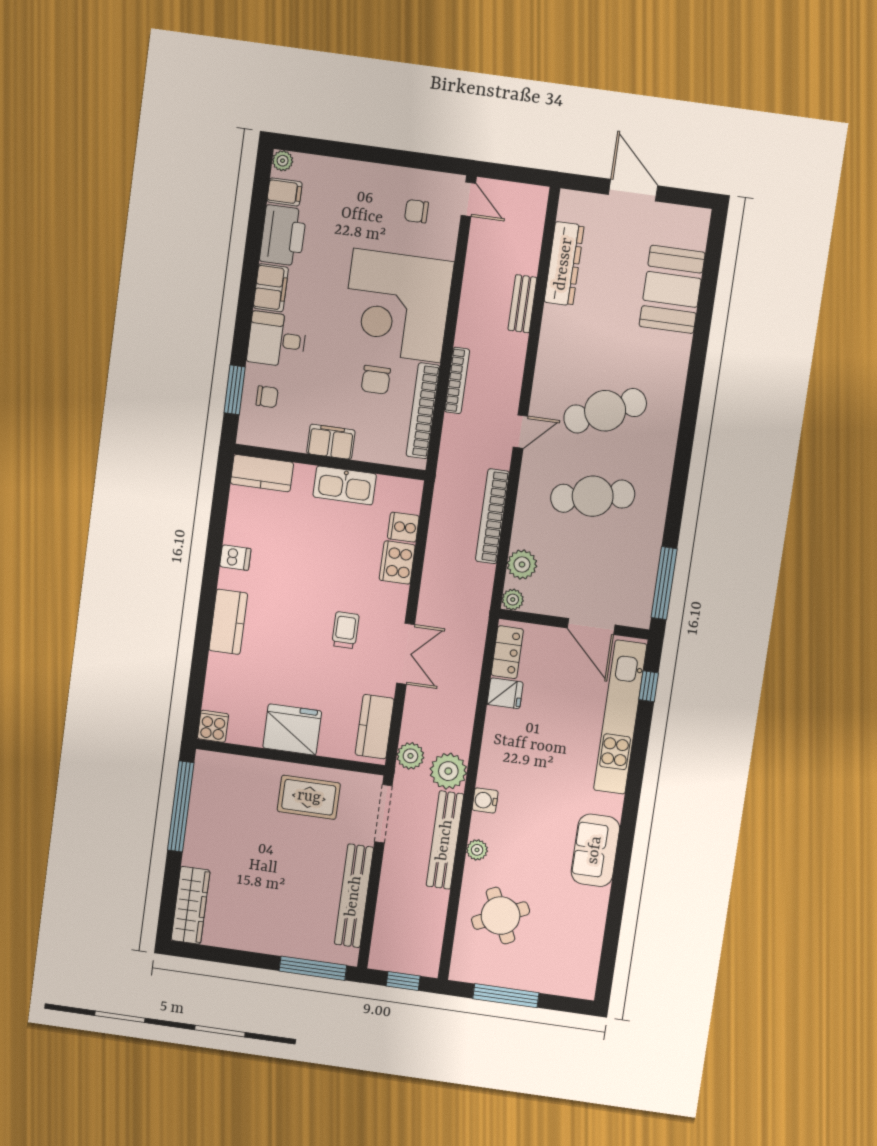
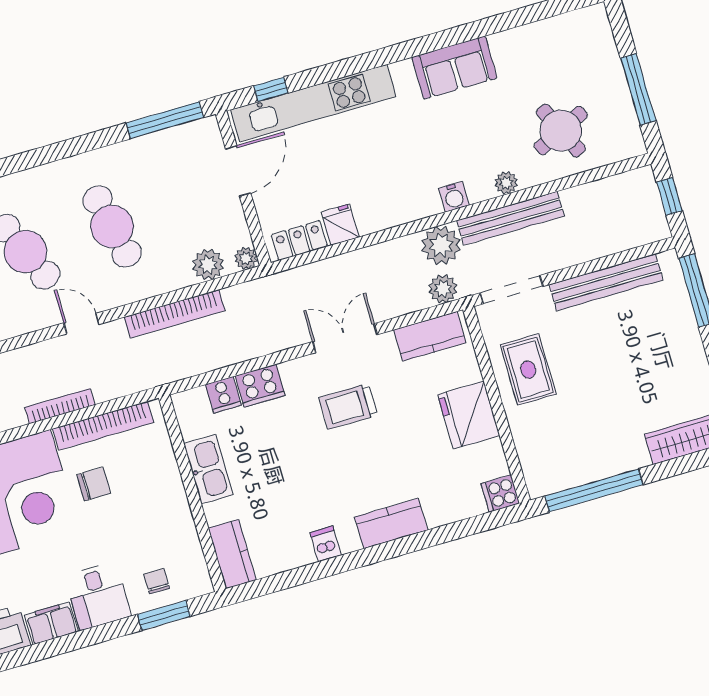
filing cabinet: (331, 442) -> (172, 501), removed
trolley: (345, 630) -> (348, 406), width x1.36, depth x1.39

